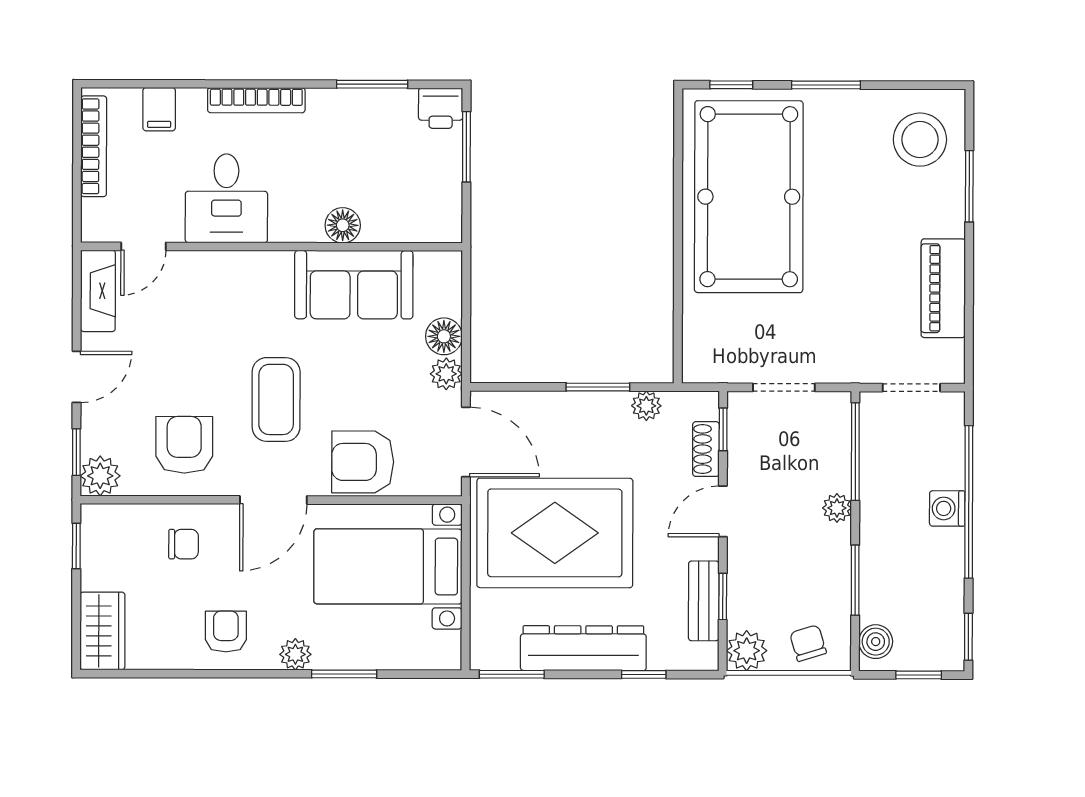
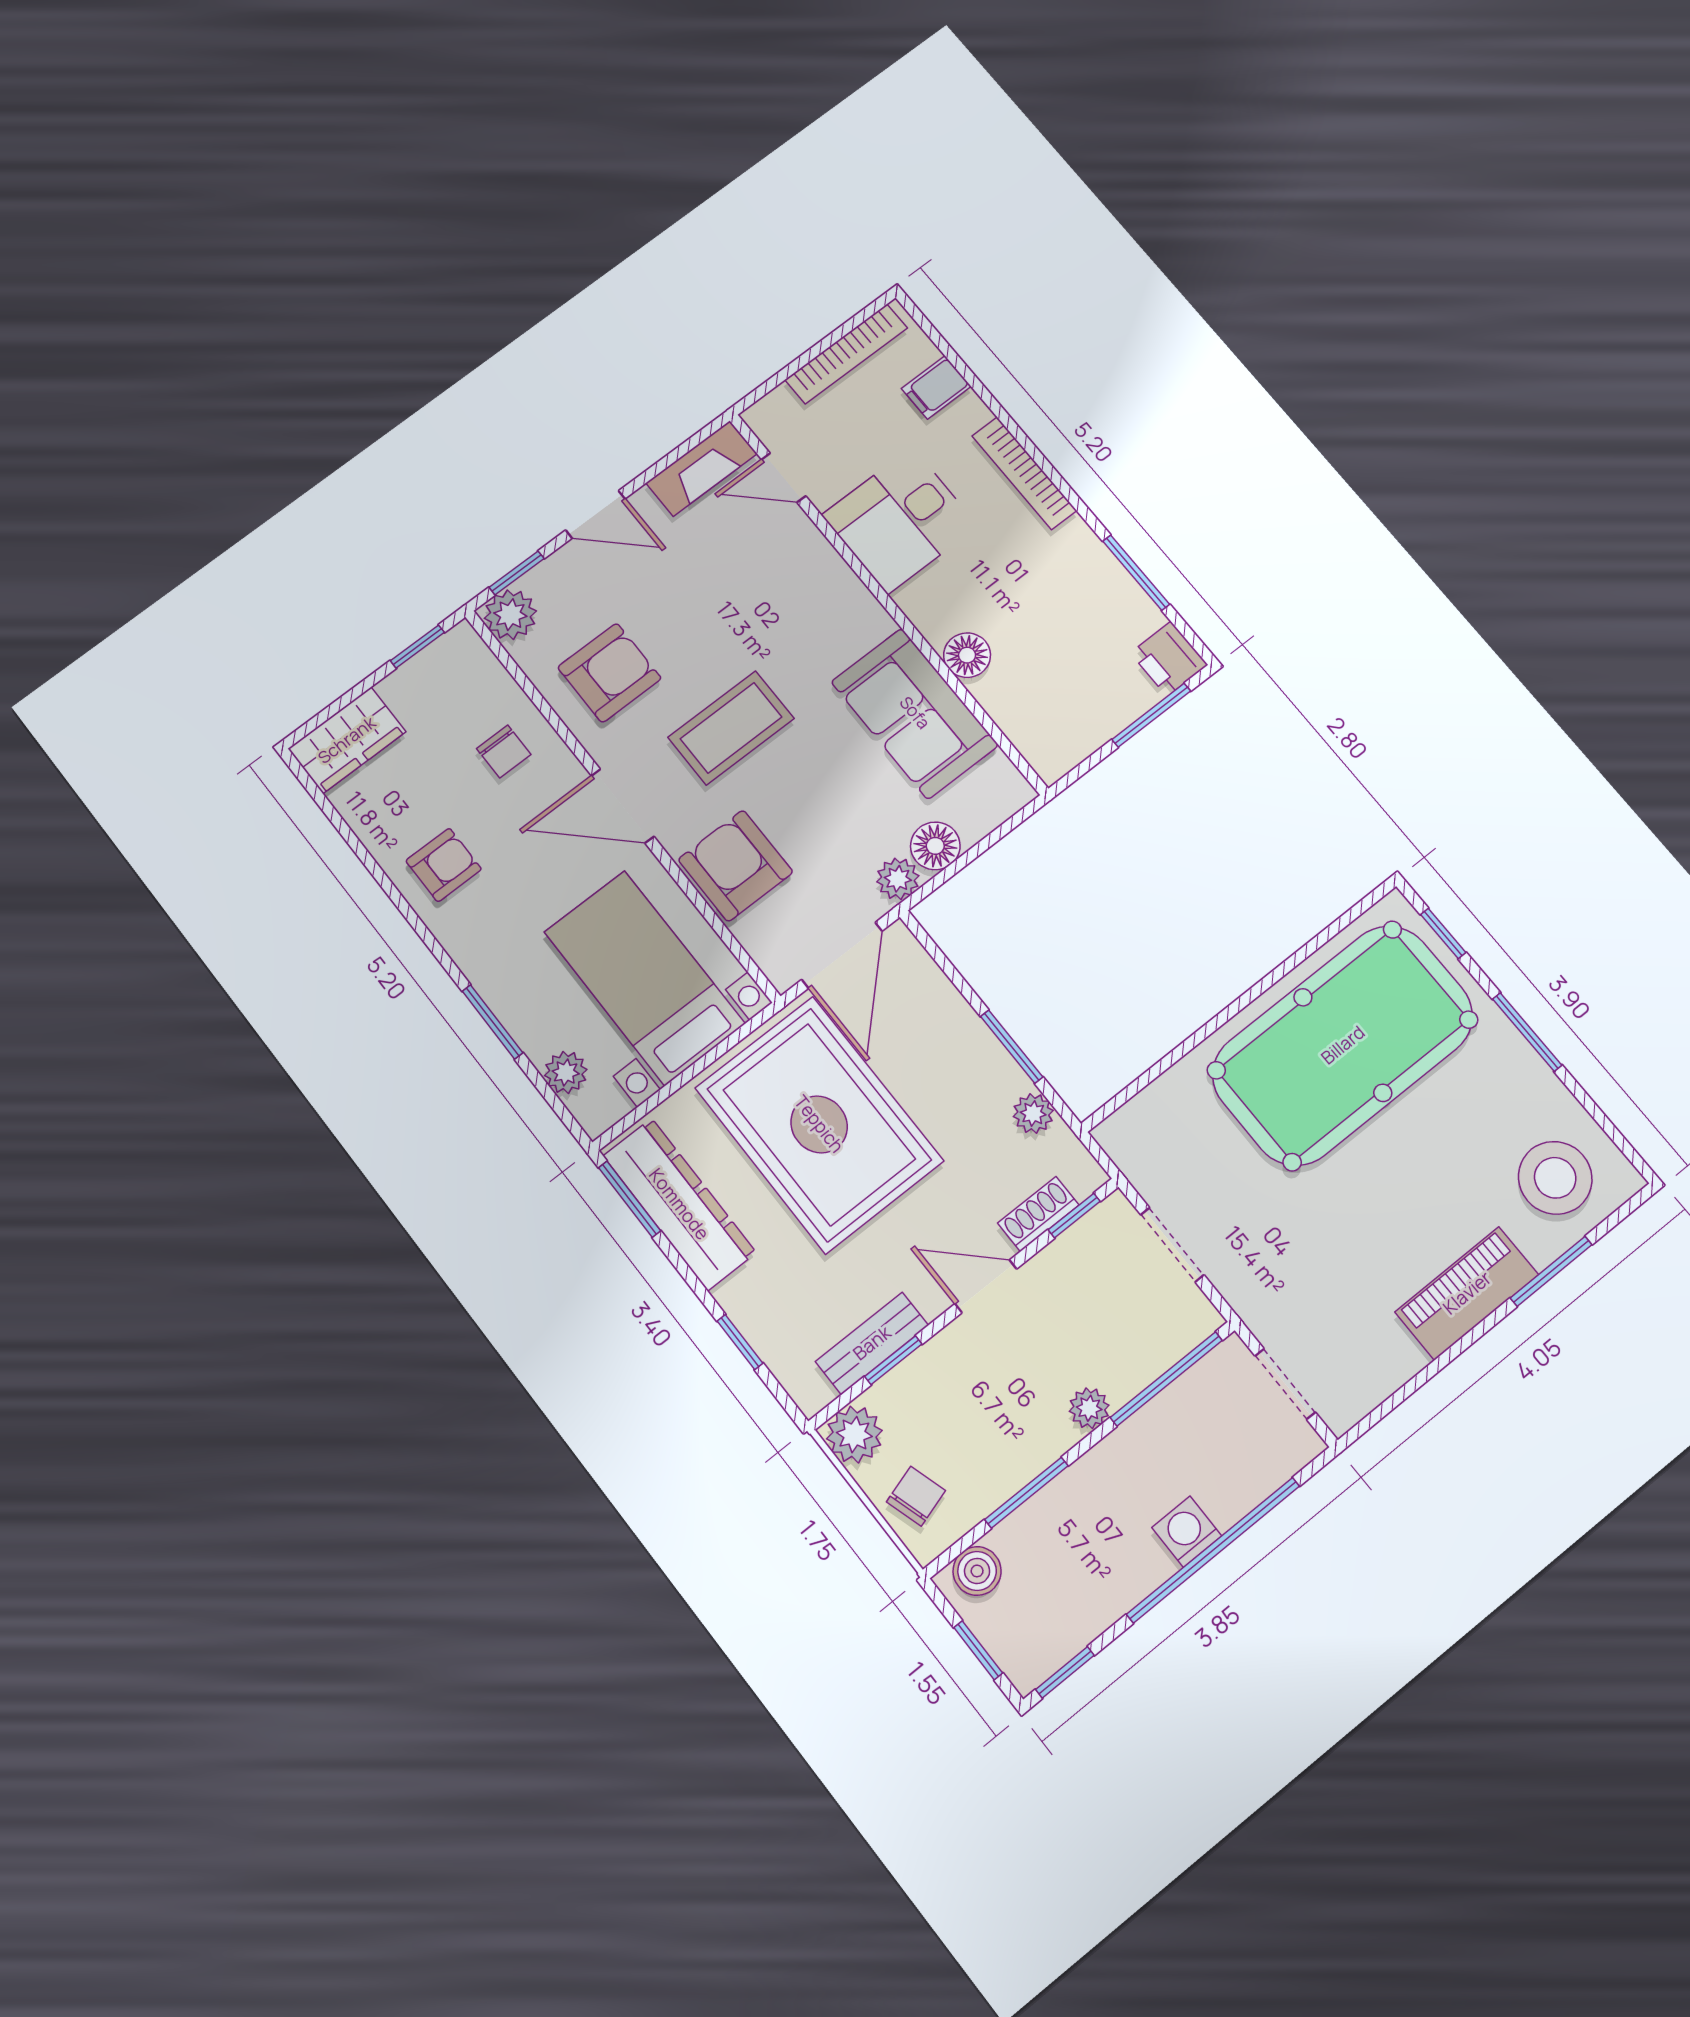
piano: (943, 288) -> (1467, 1293), moved
dresser: (583, 648) -> (679, 1204), moved
plant: (295, 654) -> (566, 1072), moved

